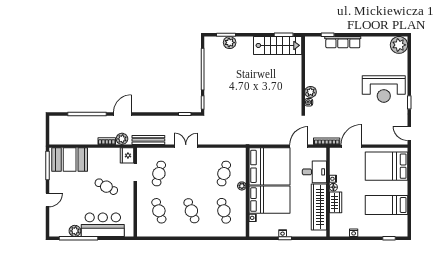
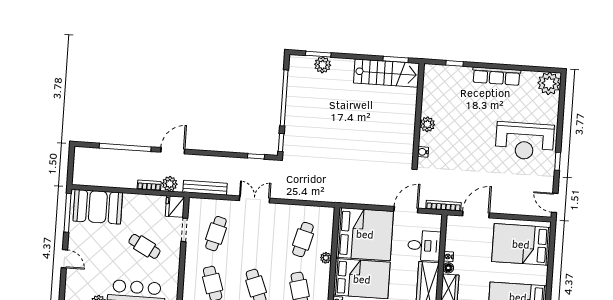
row of seats: (343, 42) -> (496, 76), moved
plant: (311, 92) -> (427, 124), moved
door: (47, 200) -> (64, 259), hinge flipped

